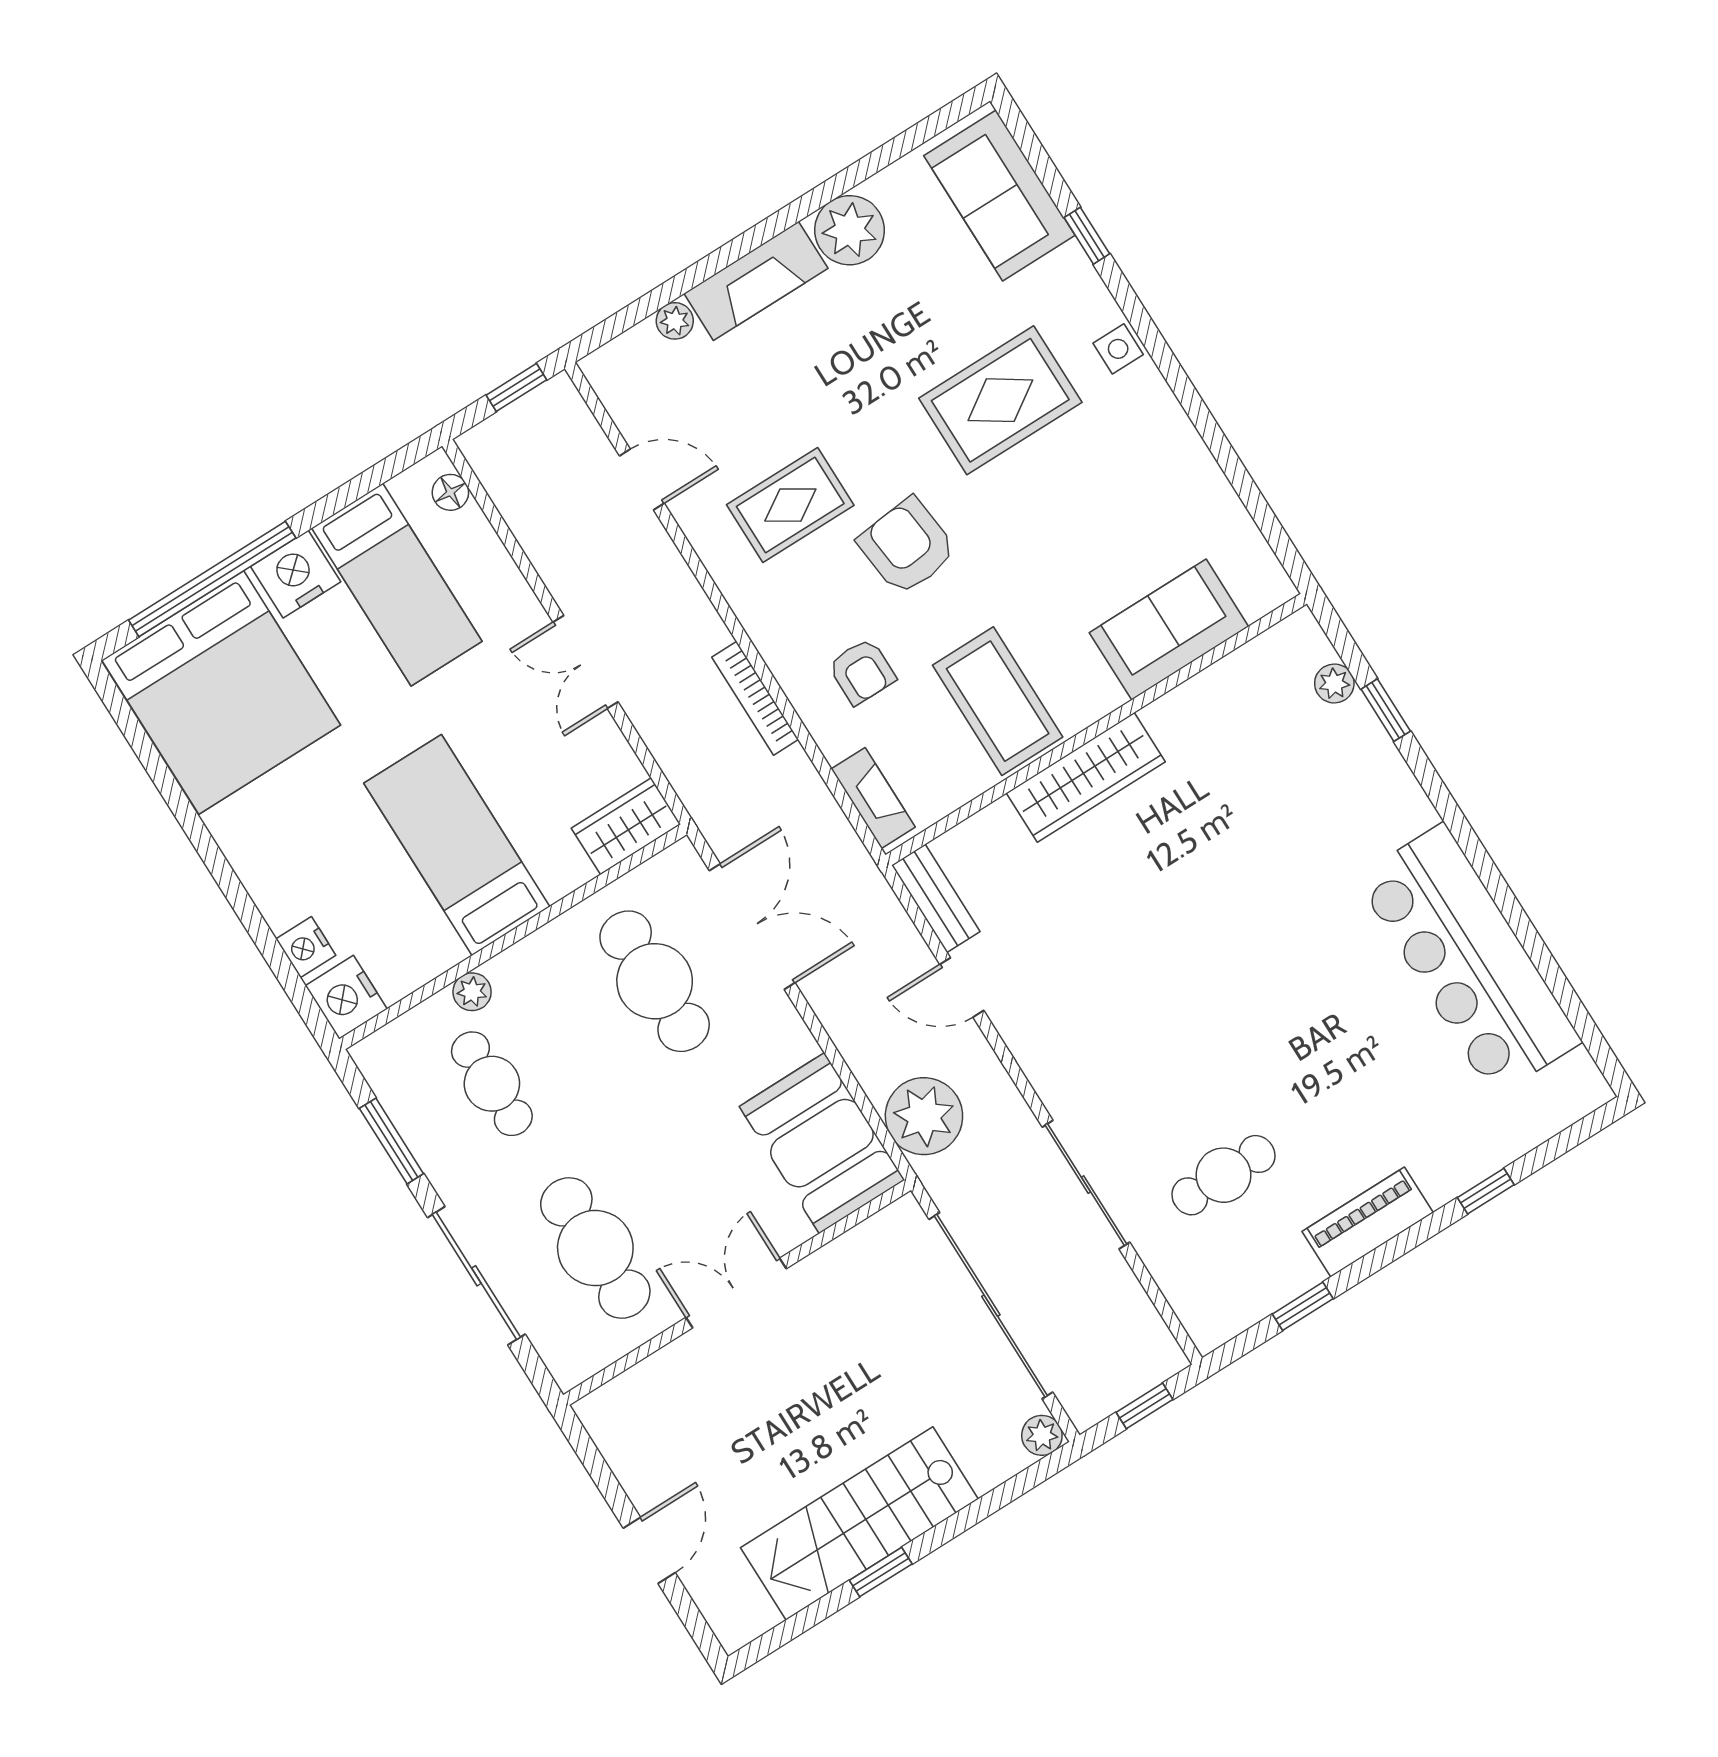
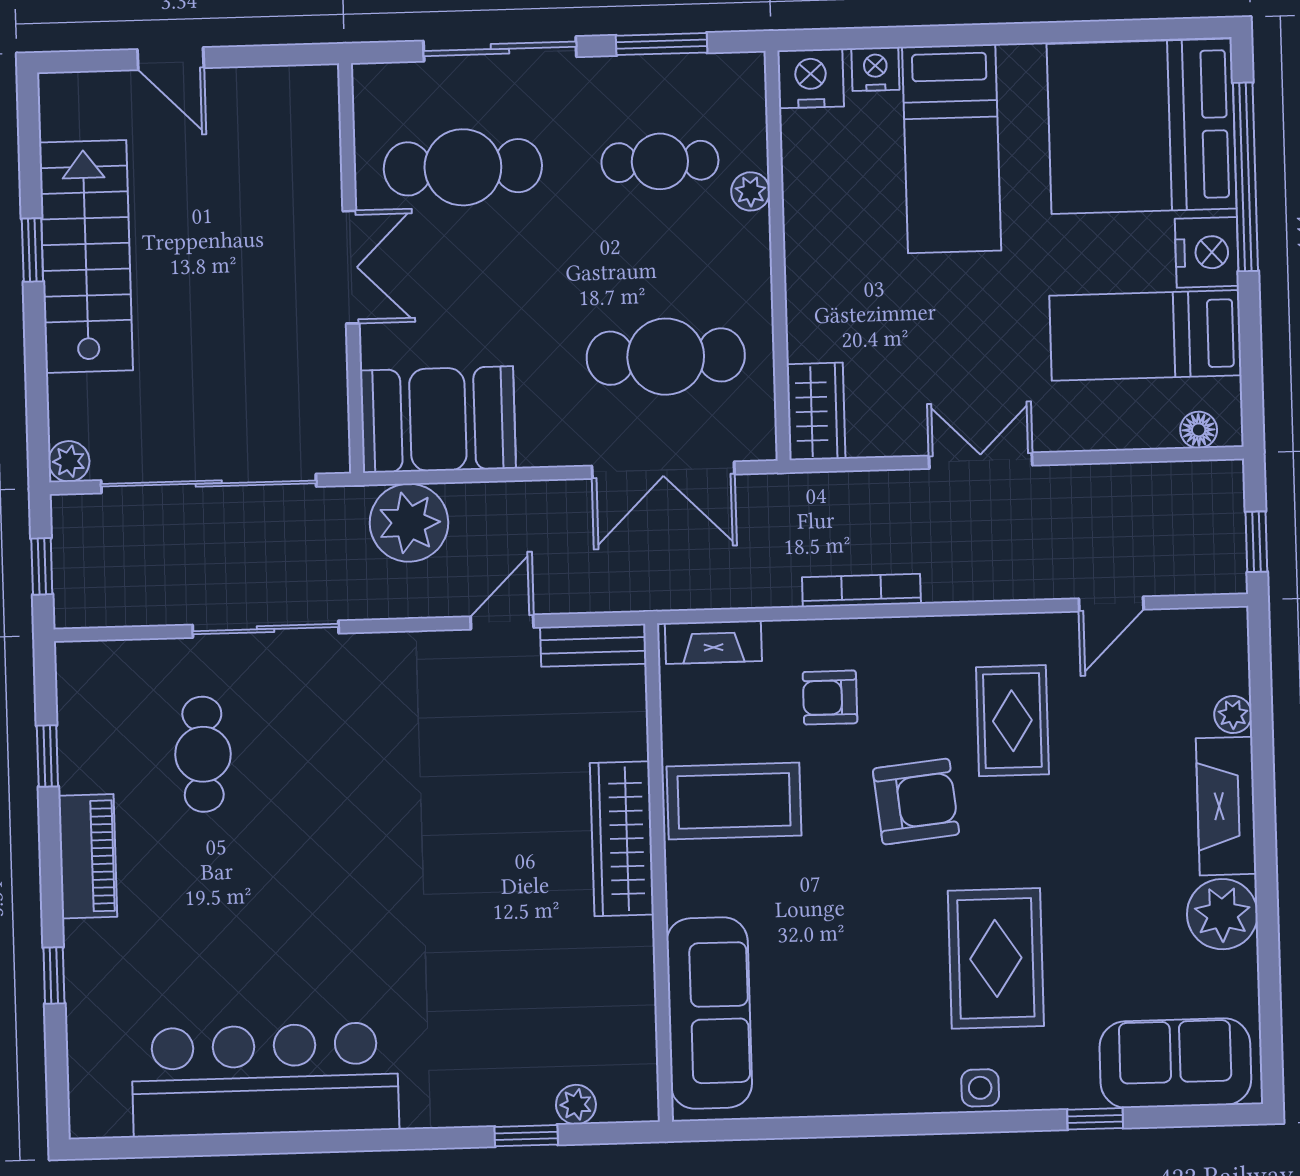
sofa: (1169, 630) -> (709, 1013), width x1.36
bed: (457, 845) -> (952, 149), moved, turned 90

